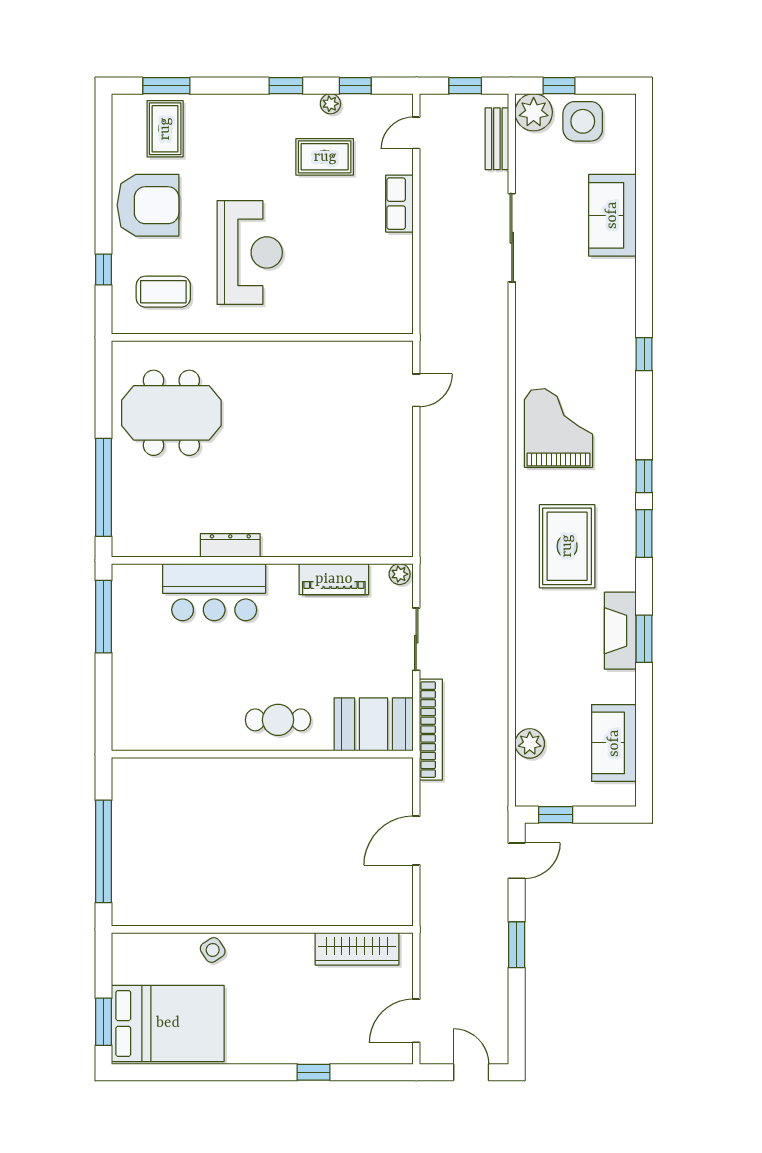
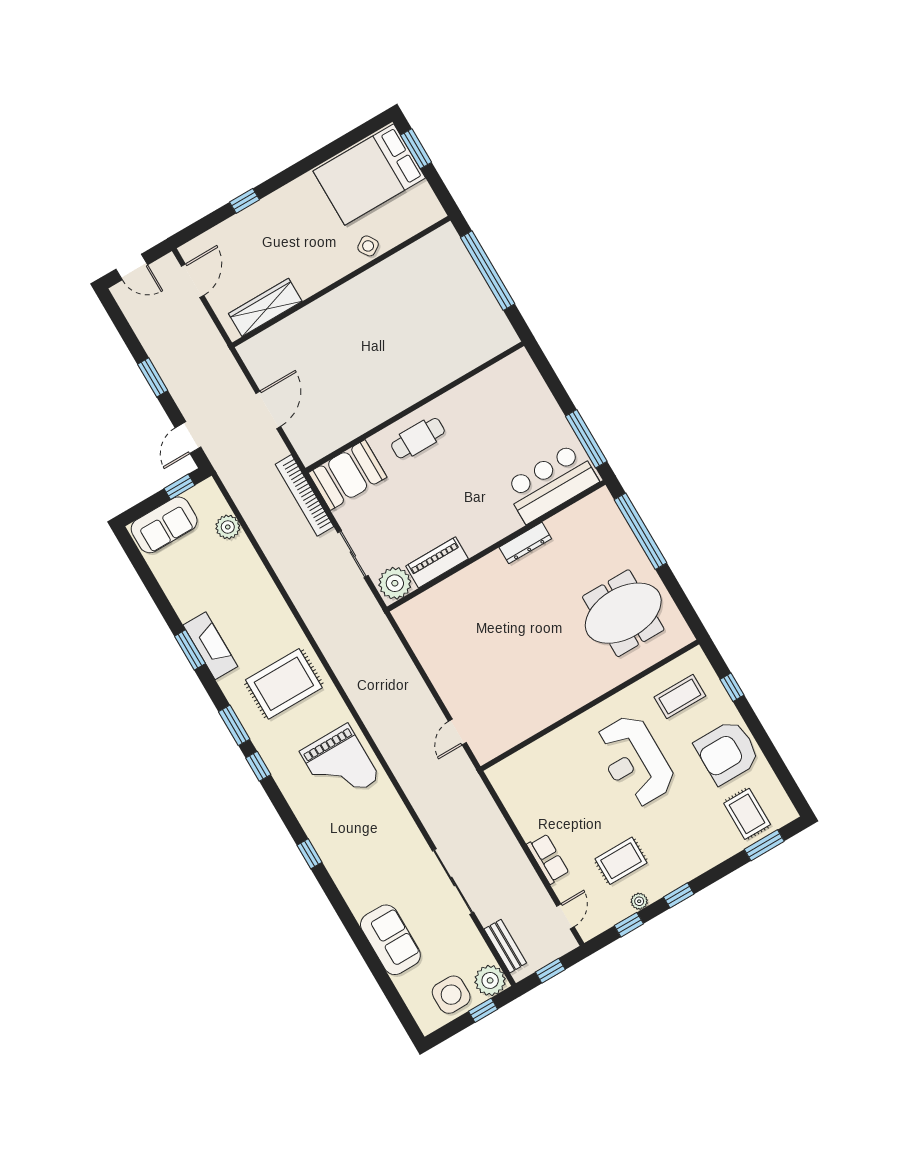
rug: (567, 546) -> (284, 684), turned 90
plant: (400, 574) -> (395, 583), width x1.88, depth x1.88
bar counter: (214, 592) -> (551, 483), moved
sofa: (614, 743) -> (164, 525), moved, turned 90

